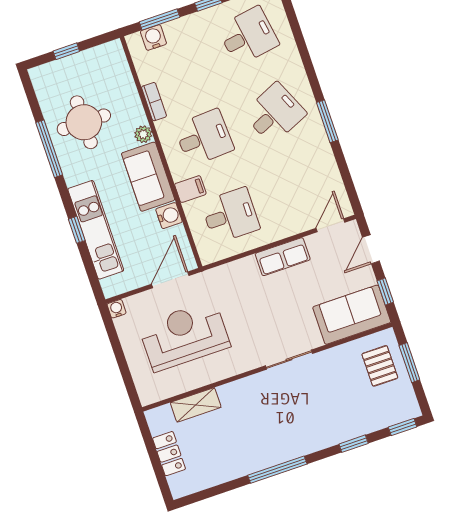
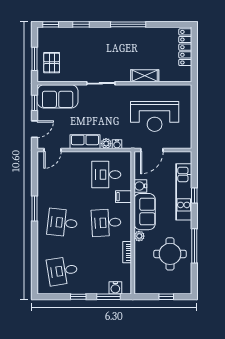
desk: (275, 114) -> (62, 223), turned 30
plant: (248, 265) -> (106, 144), added
water cooler: (117, 309) -> (117, 144), moved
shelving: (196, 405) -> (145, 76), moved
locker: (169, 454) -> (185, 47), width x1.53

